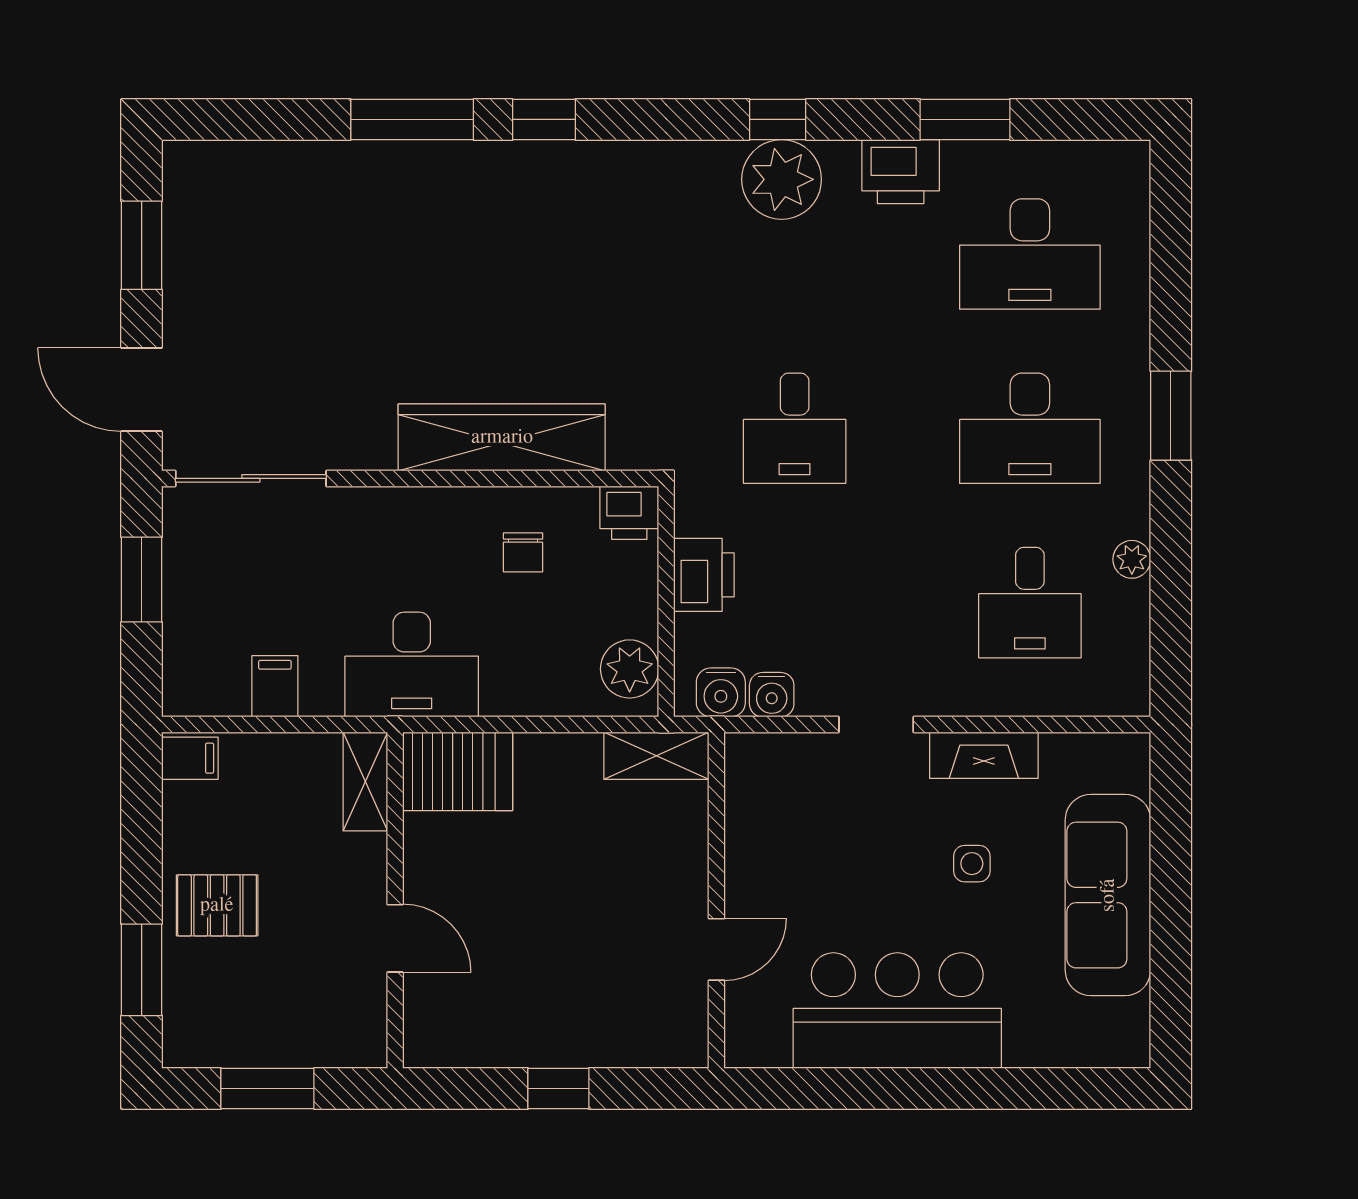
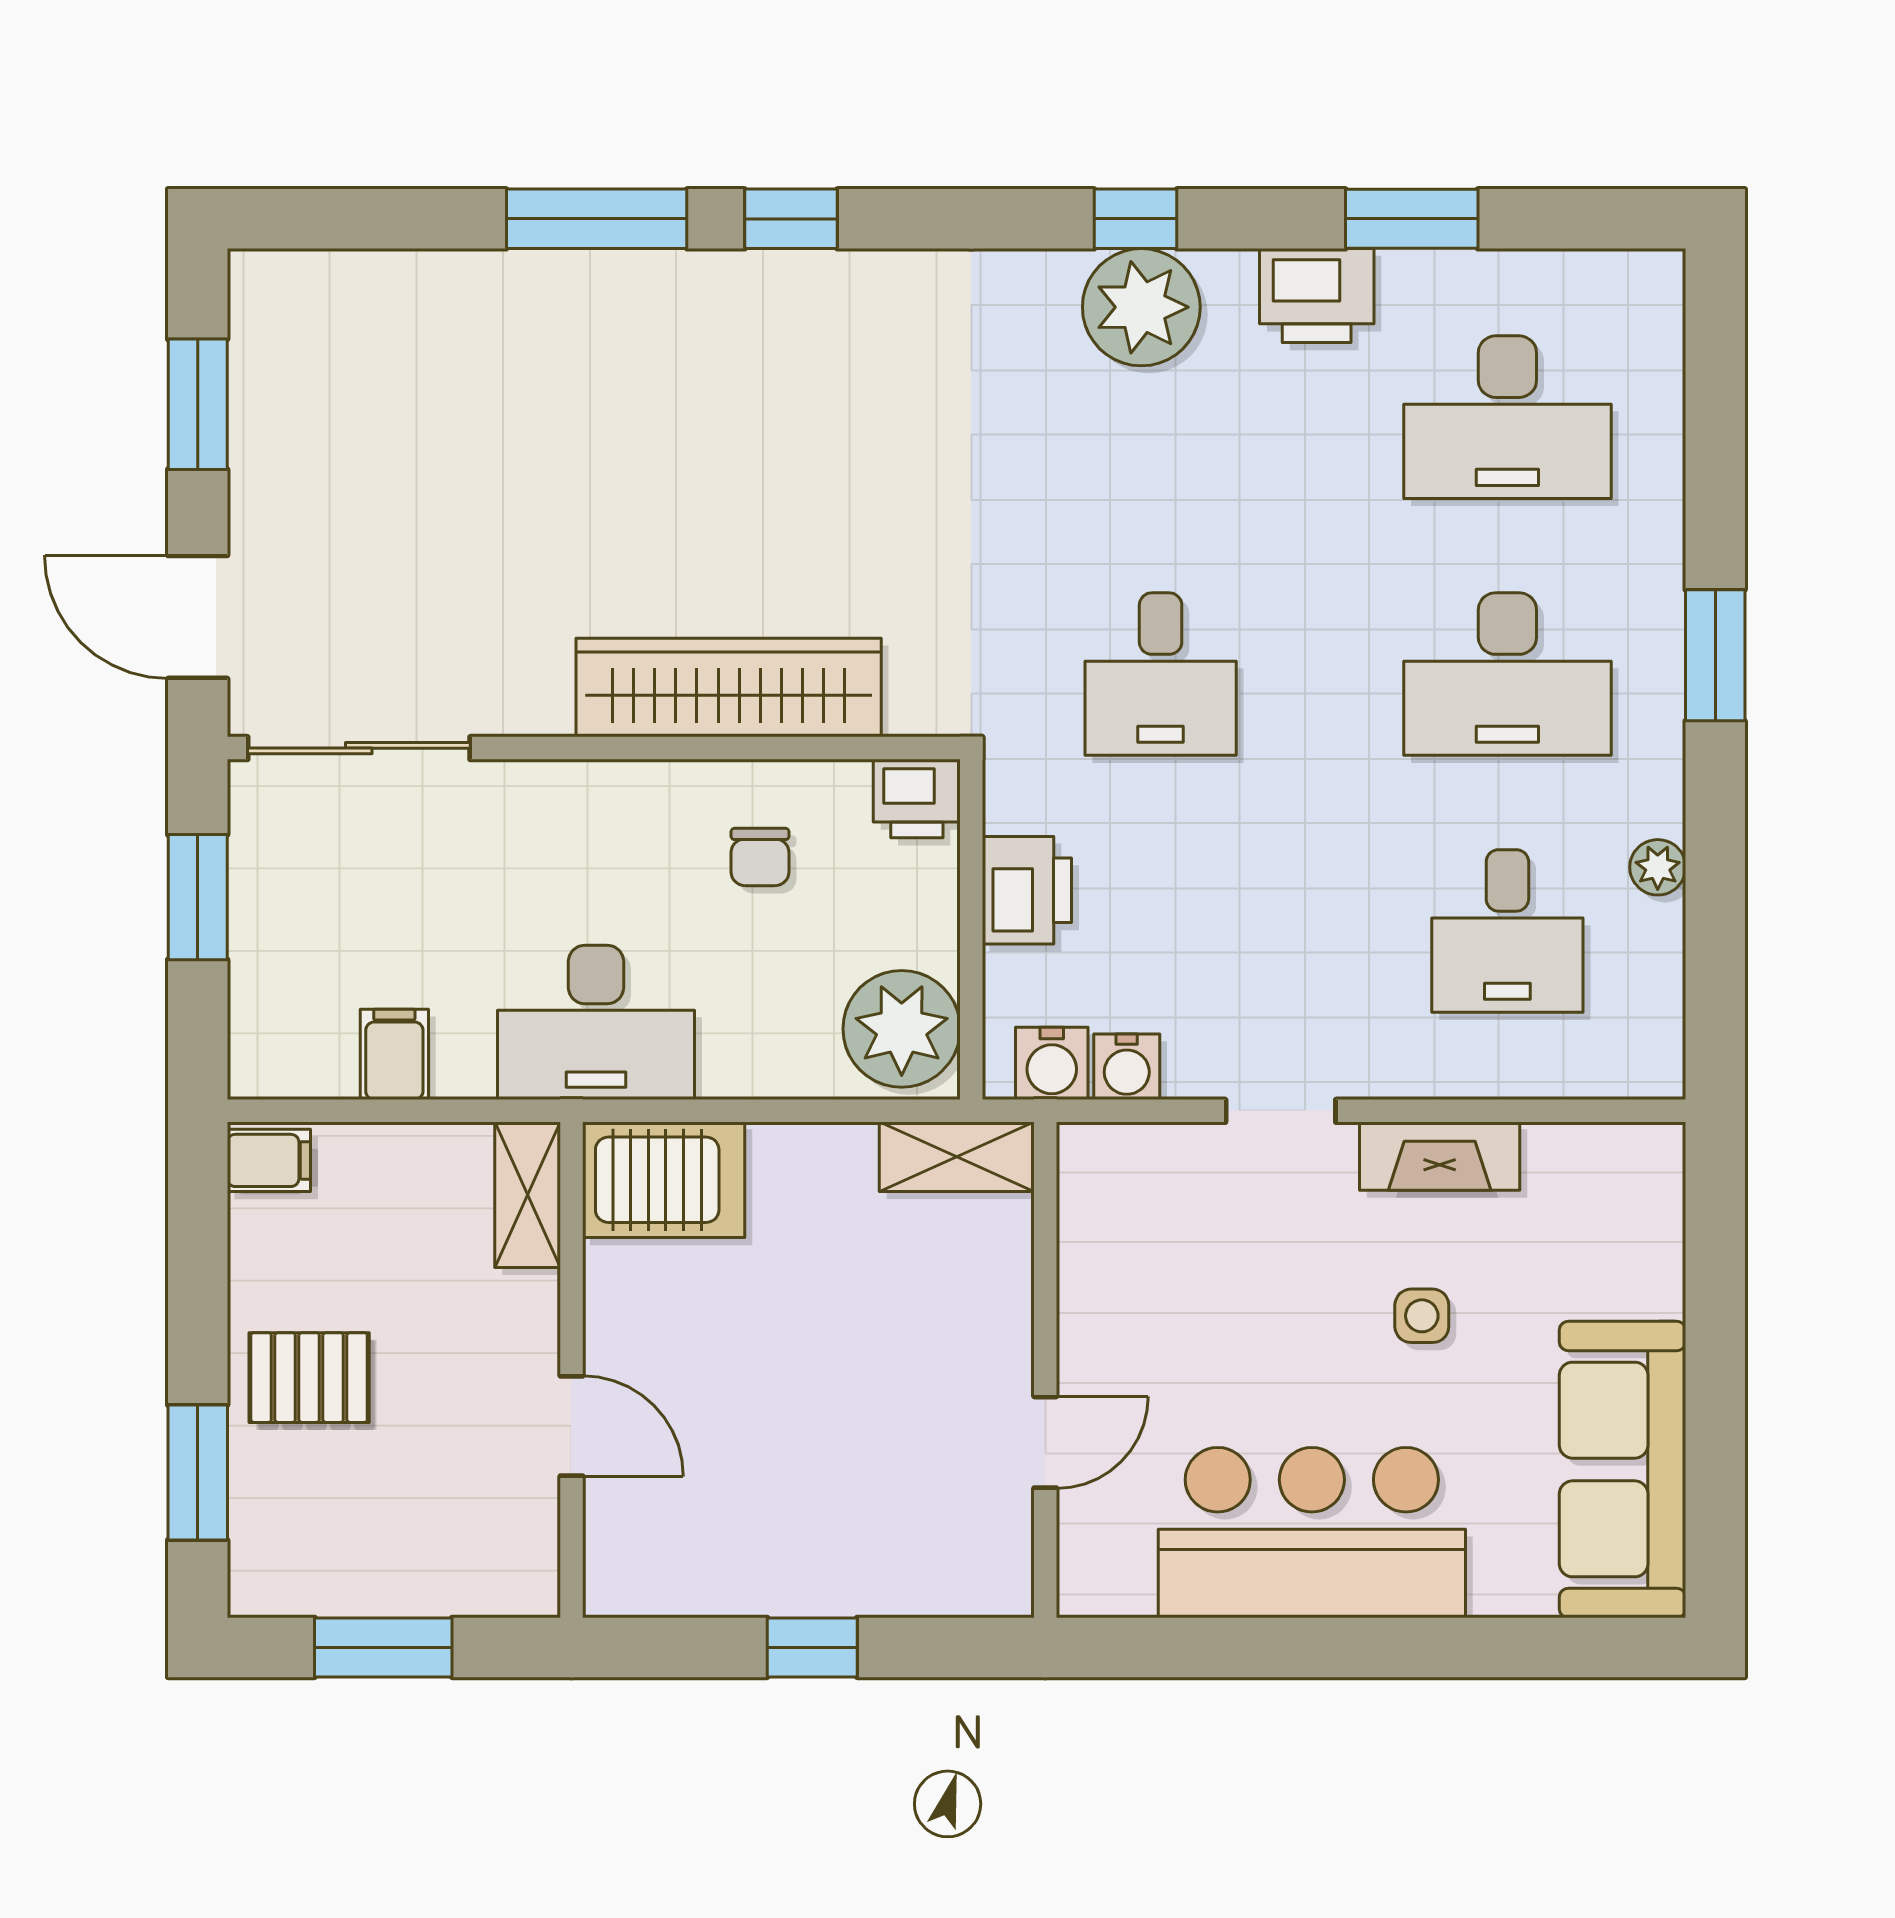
plant: (630, 669) -> (902, 1029), width x1.36, depth x1.36
sofa: (1108, 895) -> (1623, 1470), moved

